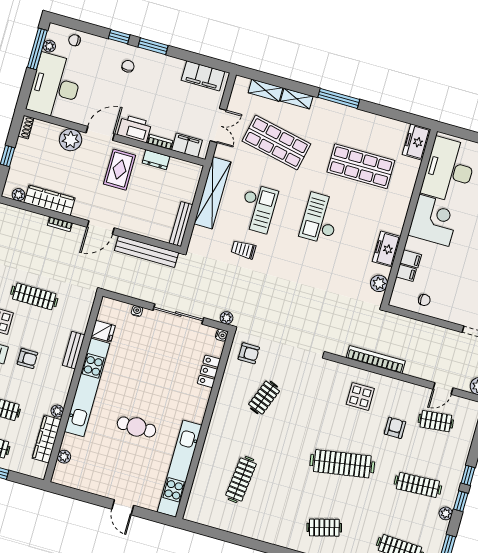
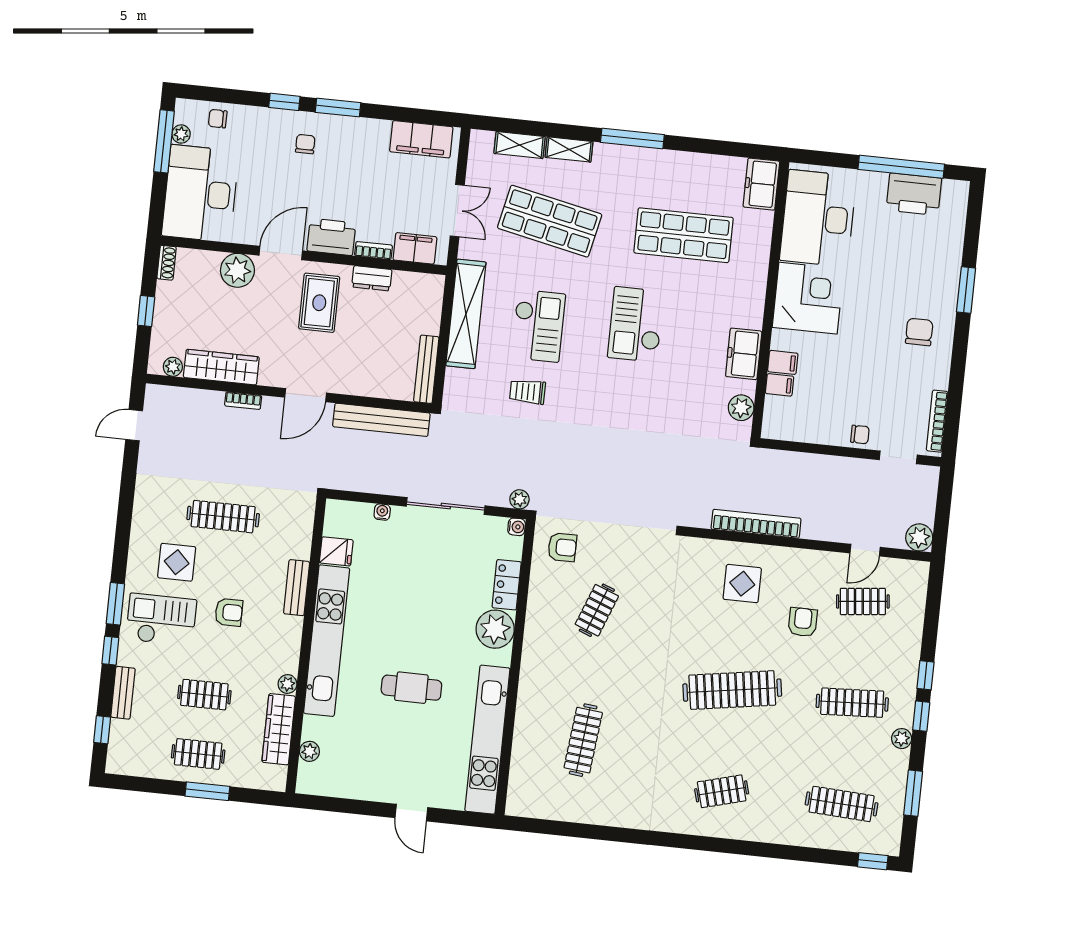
chair: (424, 300) -> (860, 434), moved
plant: (197, 399) -> (495, 629), added

